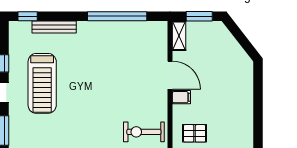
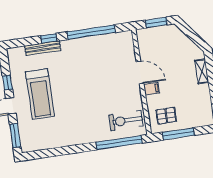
window: (28, 16) -> (49, 38), moved
shelving: (179, 36) -> (202, 71), moved

